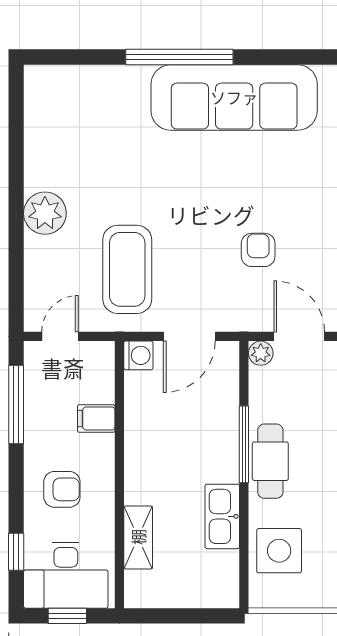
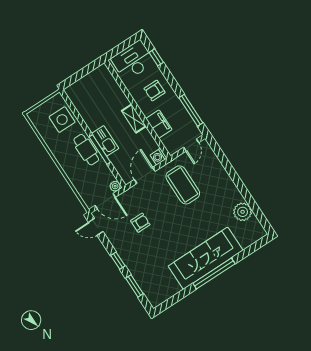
sofa: (234, 97) -> (206, 258), moved
plant: (45, 213) -> (243, 212), moved
armchair: (258, 250) -> (140, 223), turned -90
filing cabinet: (96, 418) -> (159, 124), width x2.00
kitchen sink: (222, 516) -> (105, 141), moved
shelving: (138, 537) -> (134, 119), moved
window: (67, 616) -> (123, 46), removed

